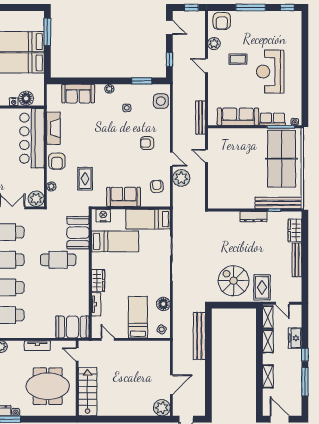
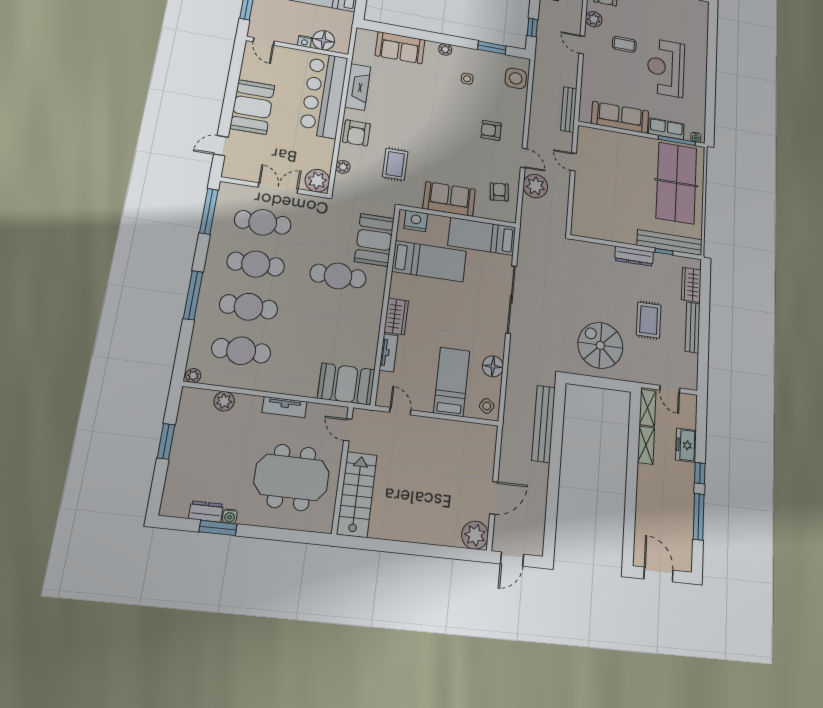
rug: (262, 287) -> (649, 320), moved
shelving: (268, 376) -> (644, 501), removed

